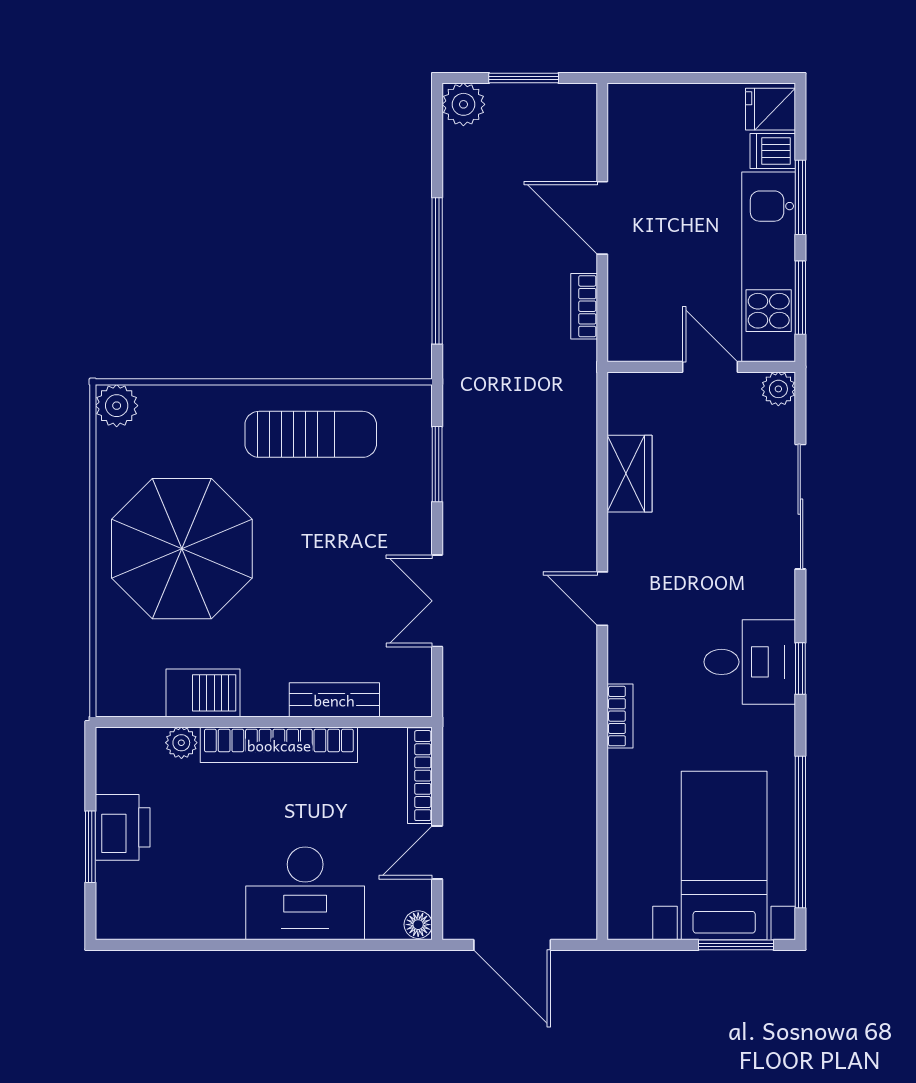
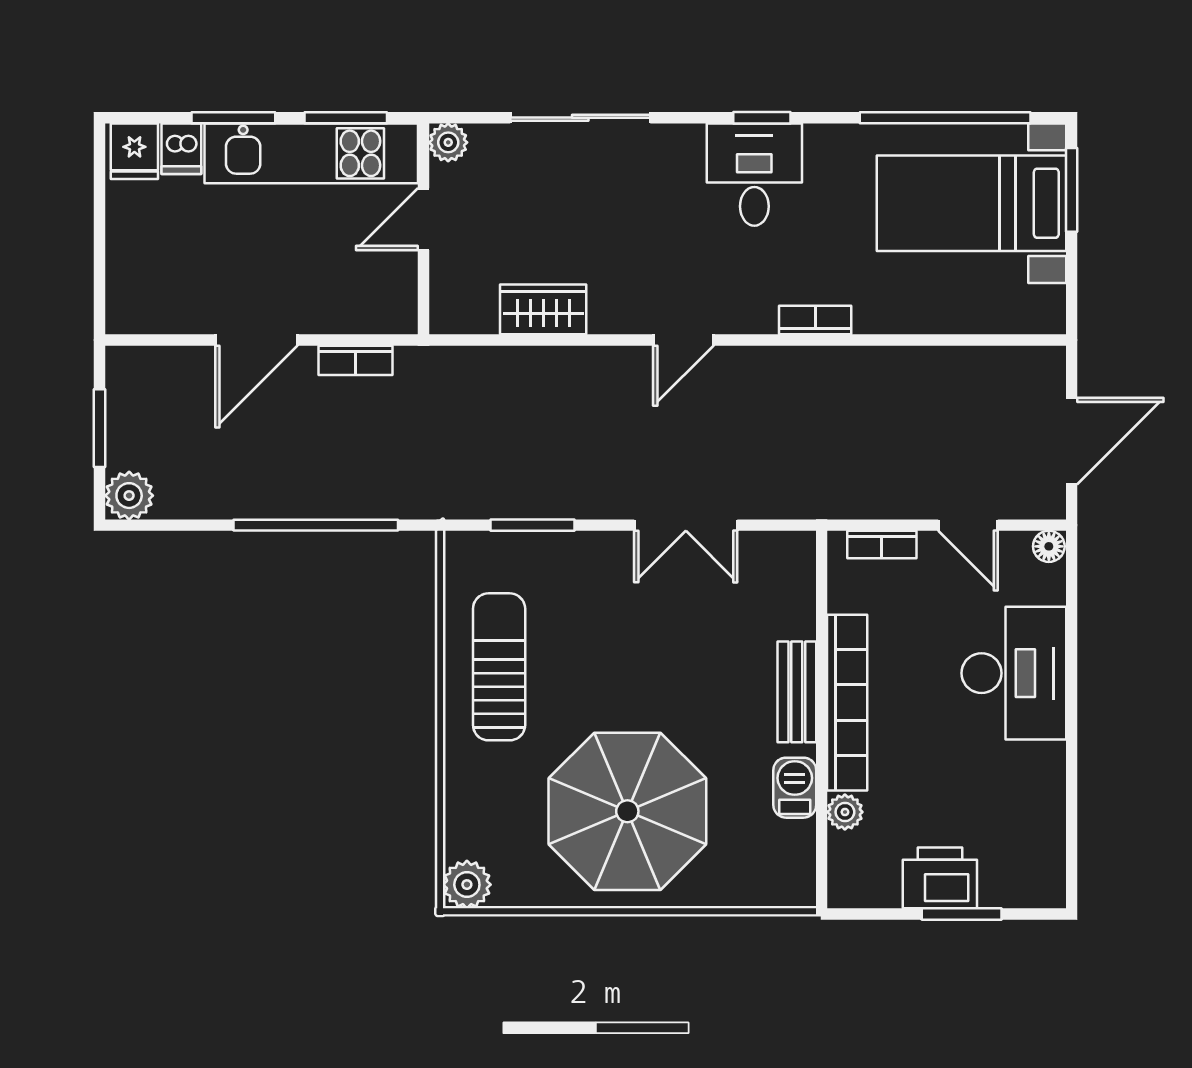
barbecue: (203, 693) -> (795, 788), width x0.73, depth x0.79
bench: (334, 700) -> (797, 692), moved
bookcase: (420, 776) -> (882, 544), width x0.64

